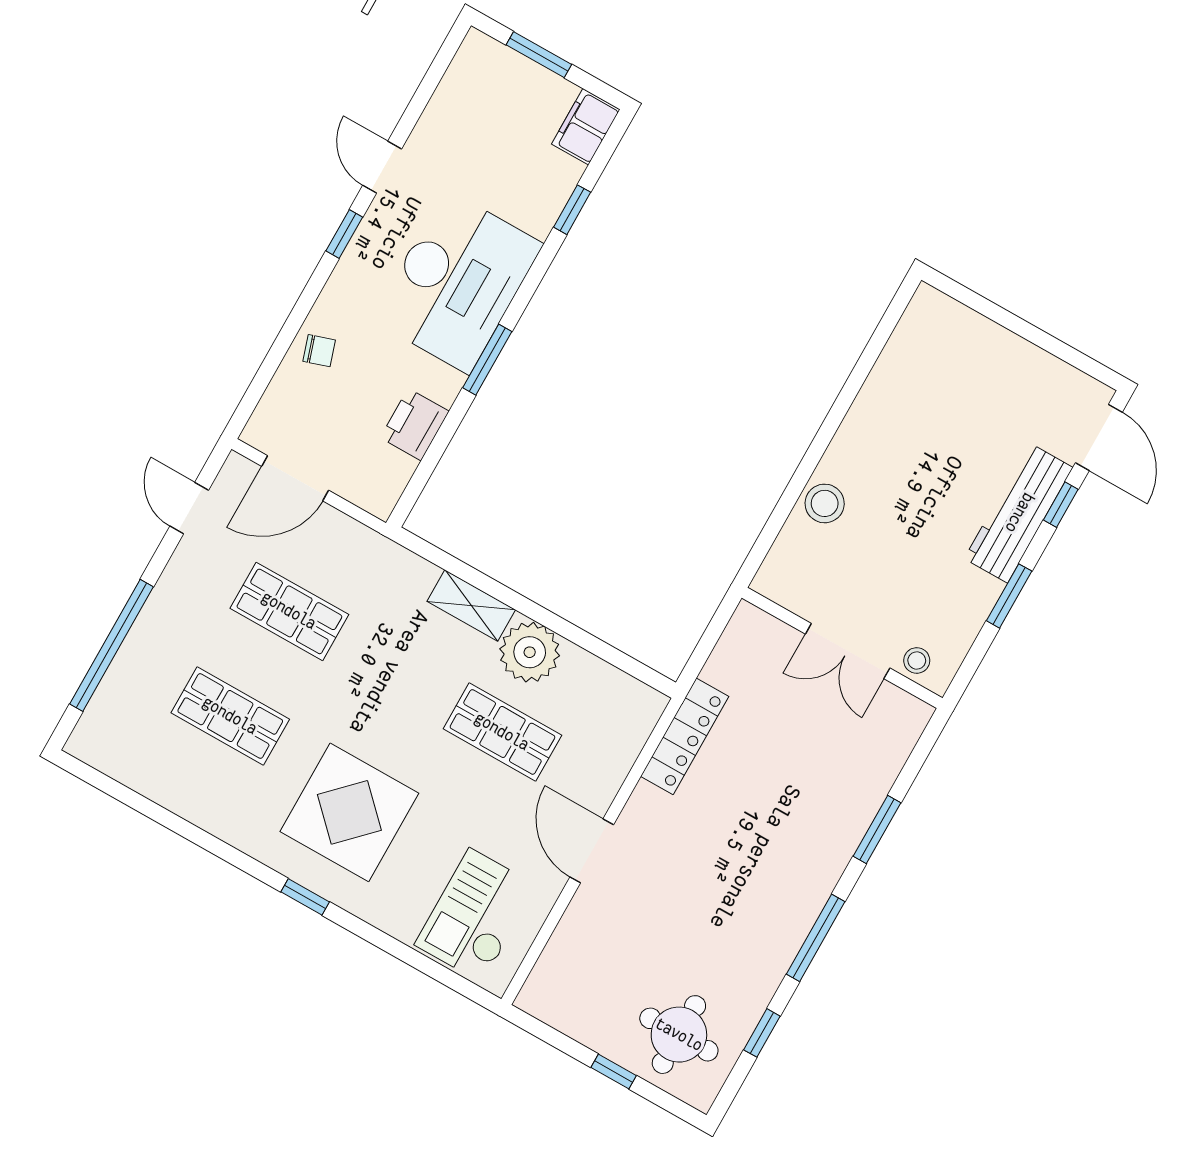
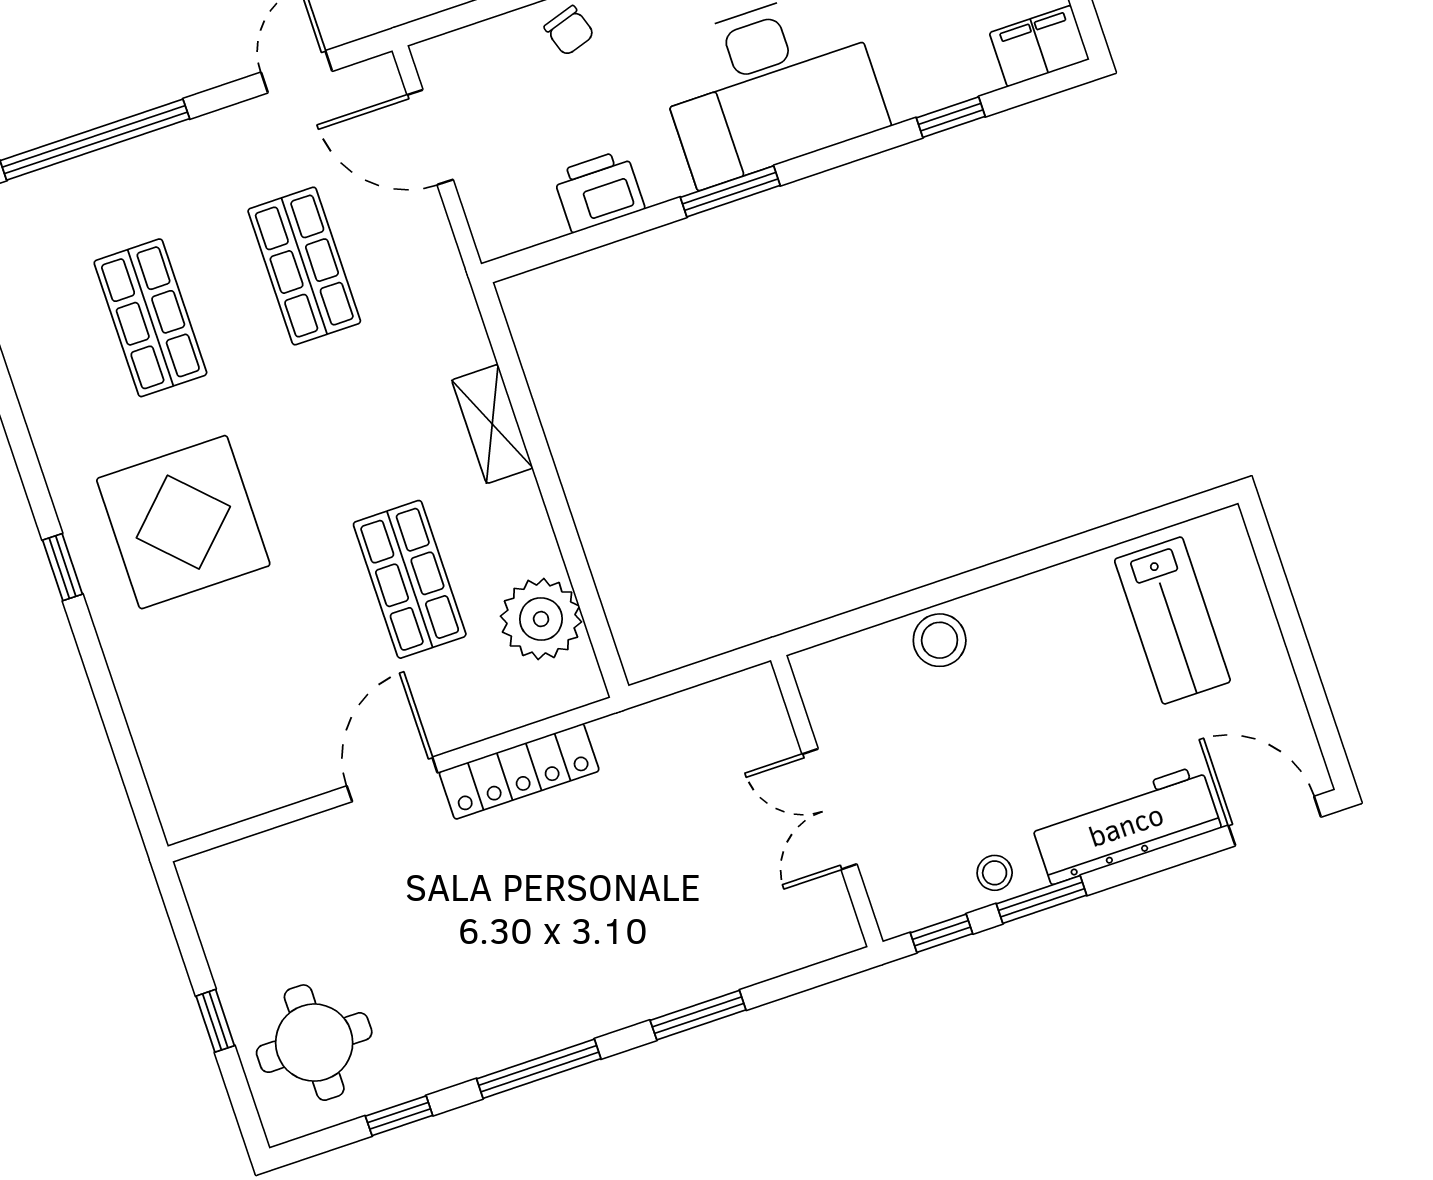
lab bench: (943, 377) -> (1172, 620), added
door: (1099, 437) -> (1275, 821), swing flipped
window: (1061, 505) -> (941, 933), moved
plant: (530, 652) -> (541, 619), moved
stool: (917, 660) -> (995, 873), moved
locker: (685, 736) -> (519, 771), moved
checkout: (476, 915) -> (218, 740), removed

